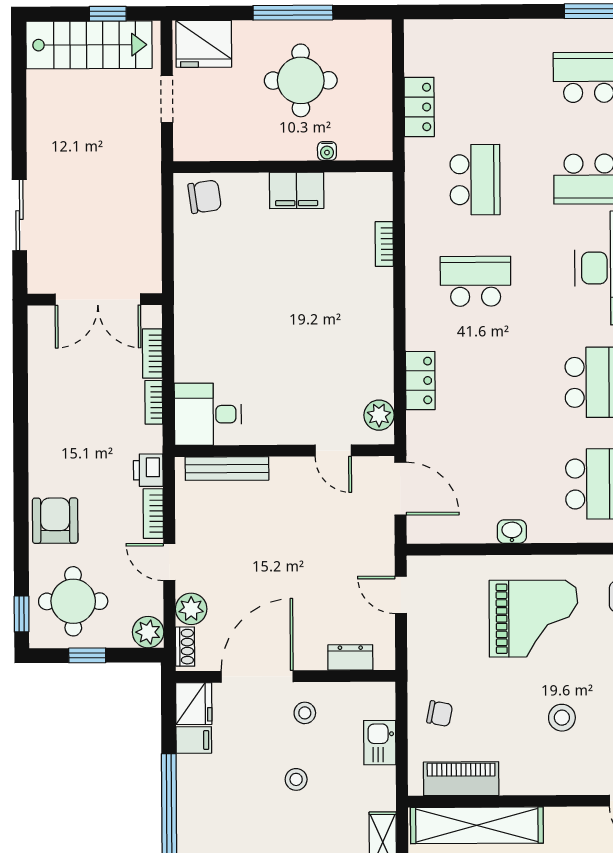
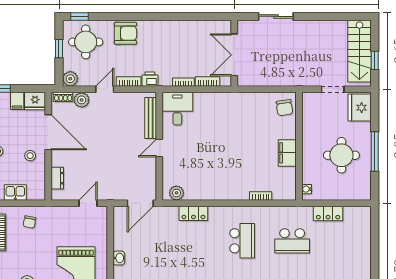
water cooler: (327, 151) -> (307, 189), moved
door: (333, 450) -> (159, 148), moved

